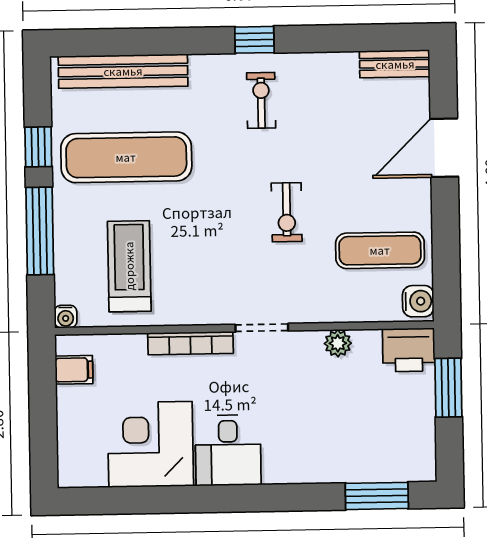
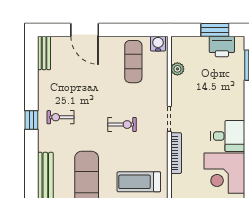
exercise bike: (287, 212) -> (122, 125), moved
plant: (338, 343) -> (177, 69), moved
printer: (409, 350) -> (222, 46), moved, turned 90
window: (448, 388) -> (215, 30), moved

